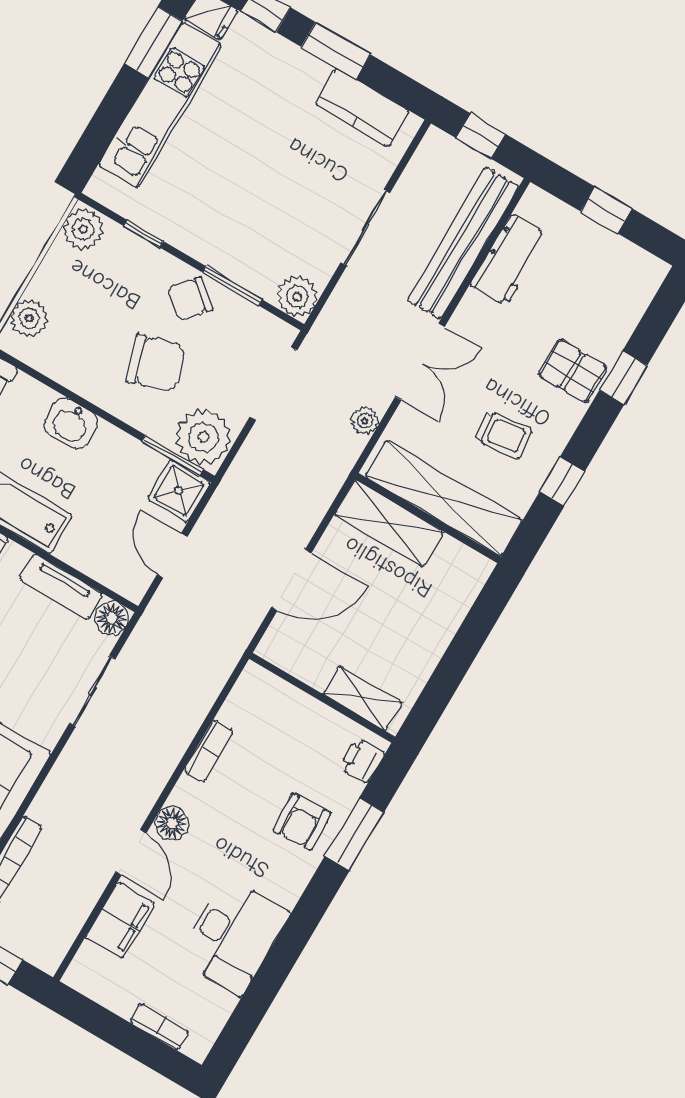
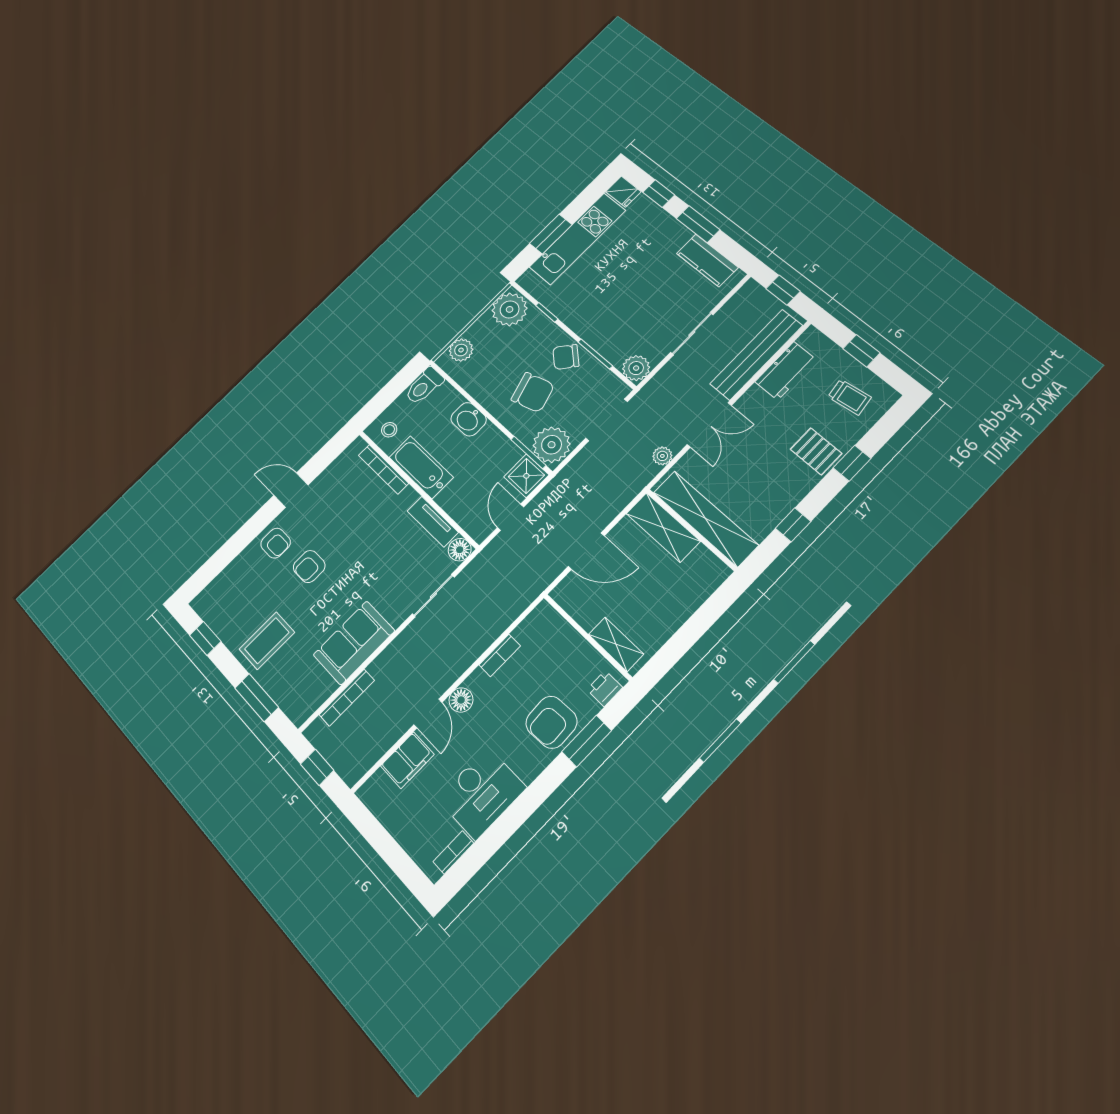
window: (153, 42) -> (551, 234), moved
plant: (83, 229) -> (510, 309), width x1.36, depth x1.36
trolley: (503, 435) -> (850, 397), moved
armchair: (302, 822) -> (551, 722), width x1.38, depth x1.38
bookcase: (159, 1027) -> (453, 852), moved, turned -90

